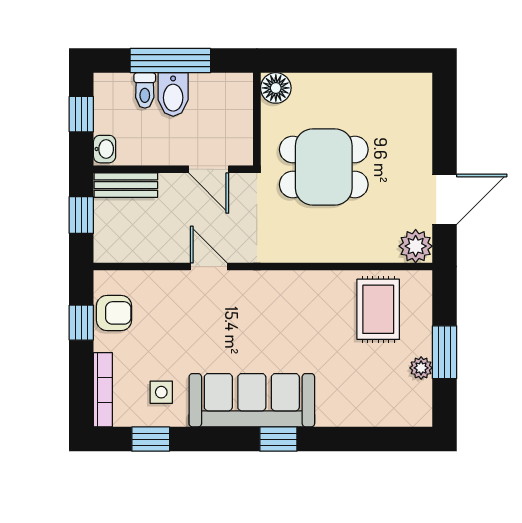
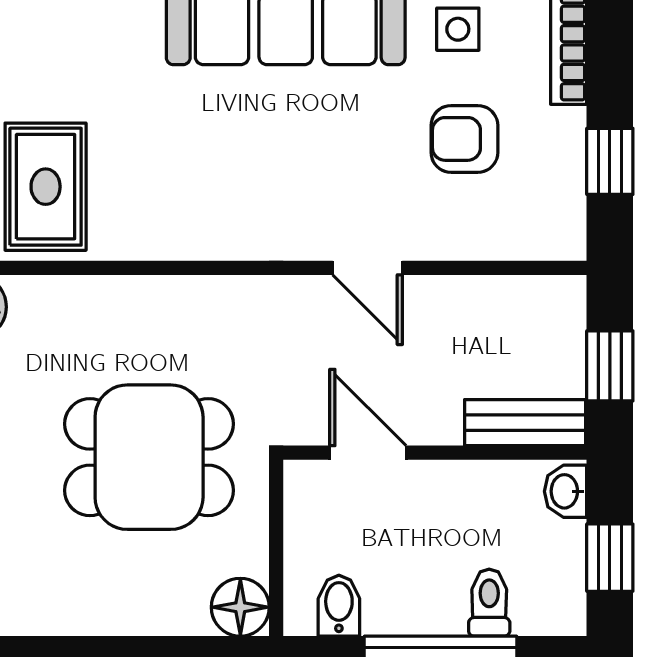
bidet: (173, 95) -> (339, 606), moved, width x0.72, depth x0.74
armchair: (114, 313) -> (464, 139), moved

